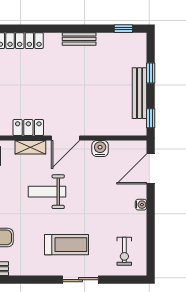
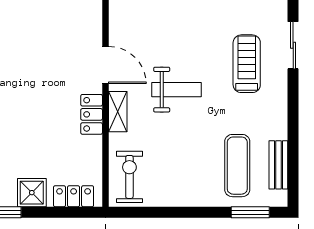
water cooler: (100, 148) -> (119, 19), removed
weight bench: (47, 192) -> (177, 90), turned -90

